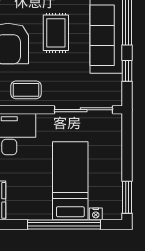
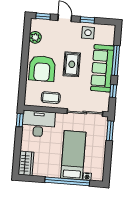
window: (127, 197) -> (110, 131), moved

